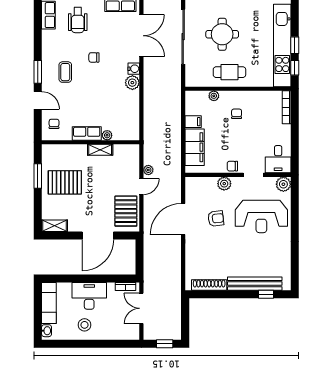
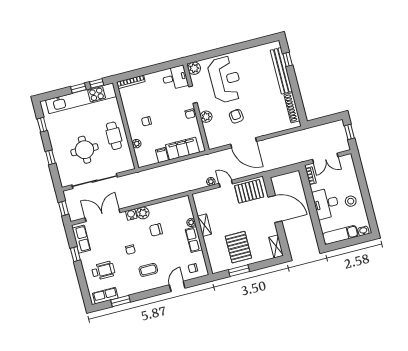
window: (38, 72) -> (121, 301), moved
chair: (109, 93) -> (156, 230), added

